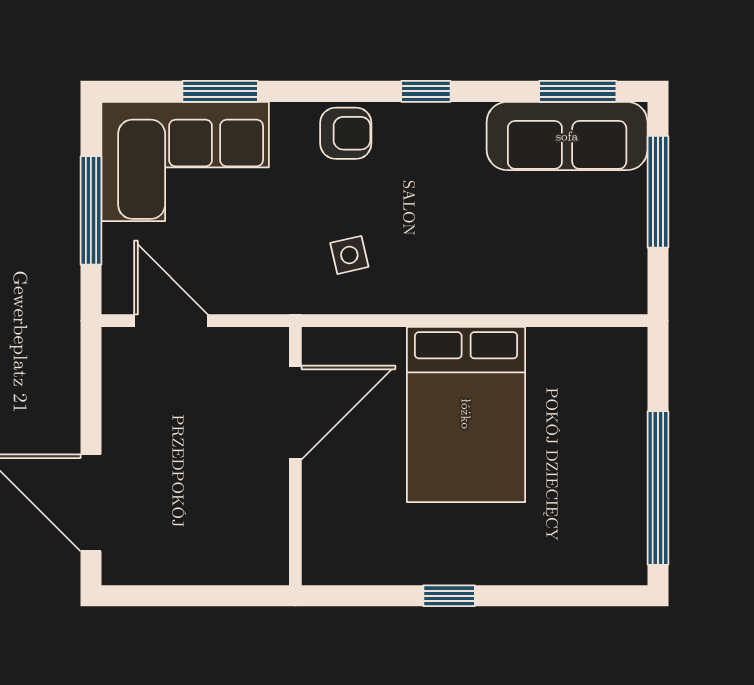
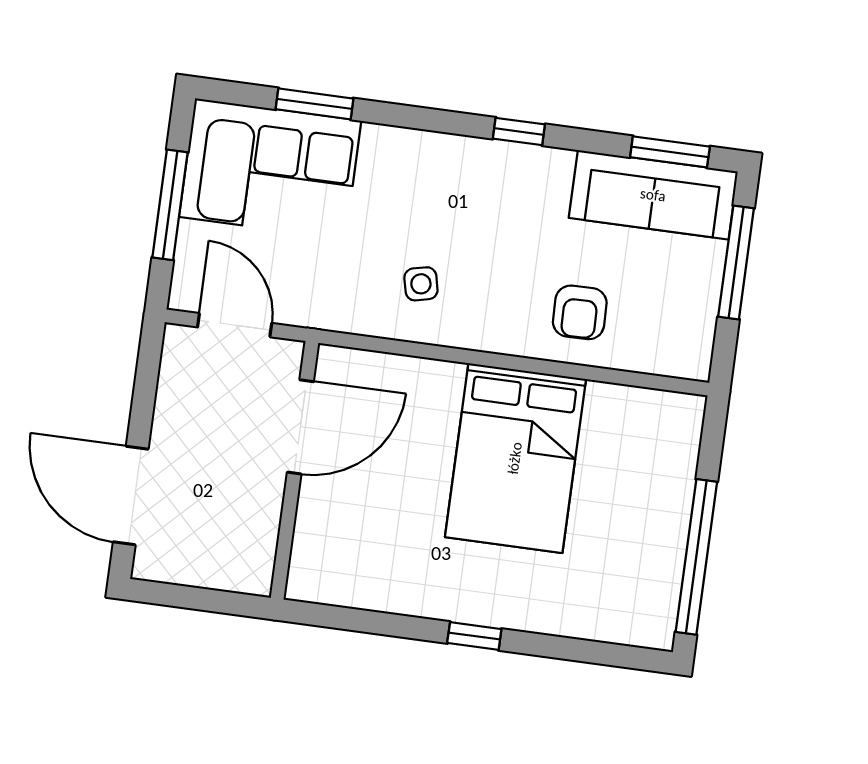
armchair: (346, 133) -> (580, 312), moved, turned 89
door: (295, 412) -> (300, 427), moved
wall: (295, 456) -> (294, 470), moved

